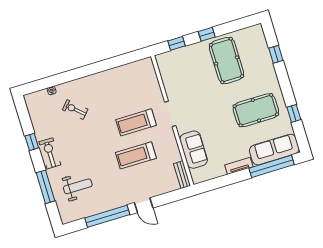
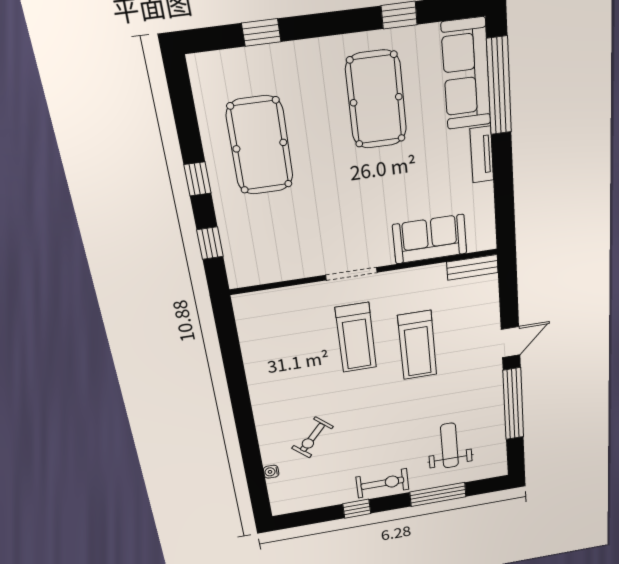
pool table: (227, 60) -> (260, 146), turned 90
exercise bike: (50, 153) -> (382, 483), turned 180

